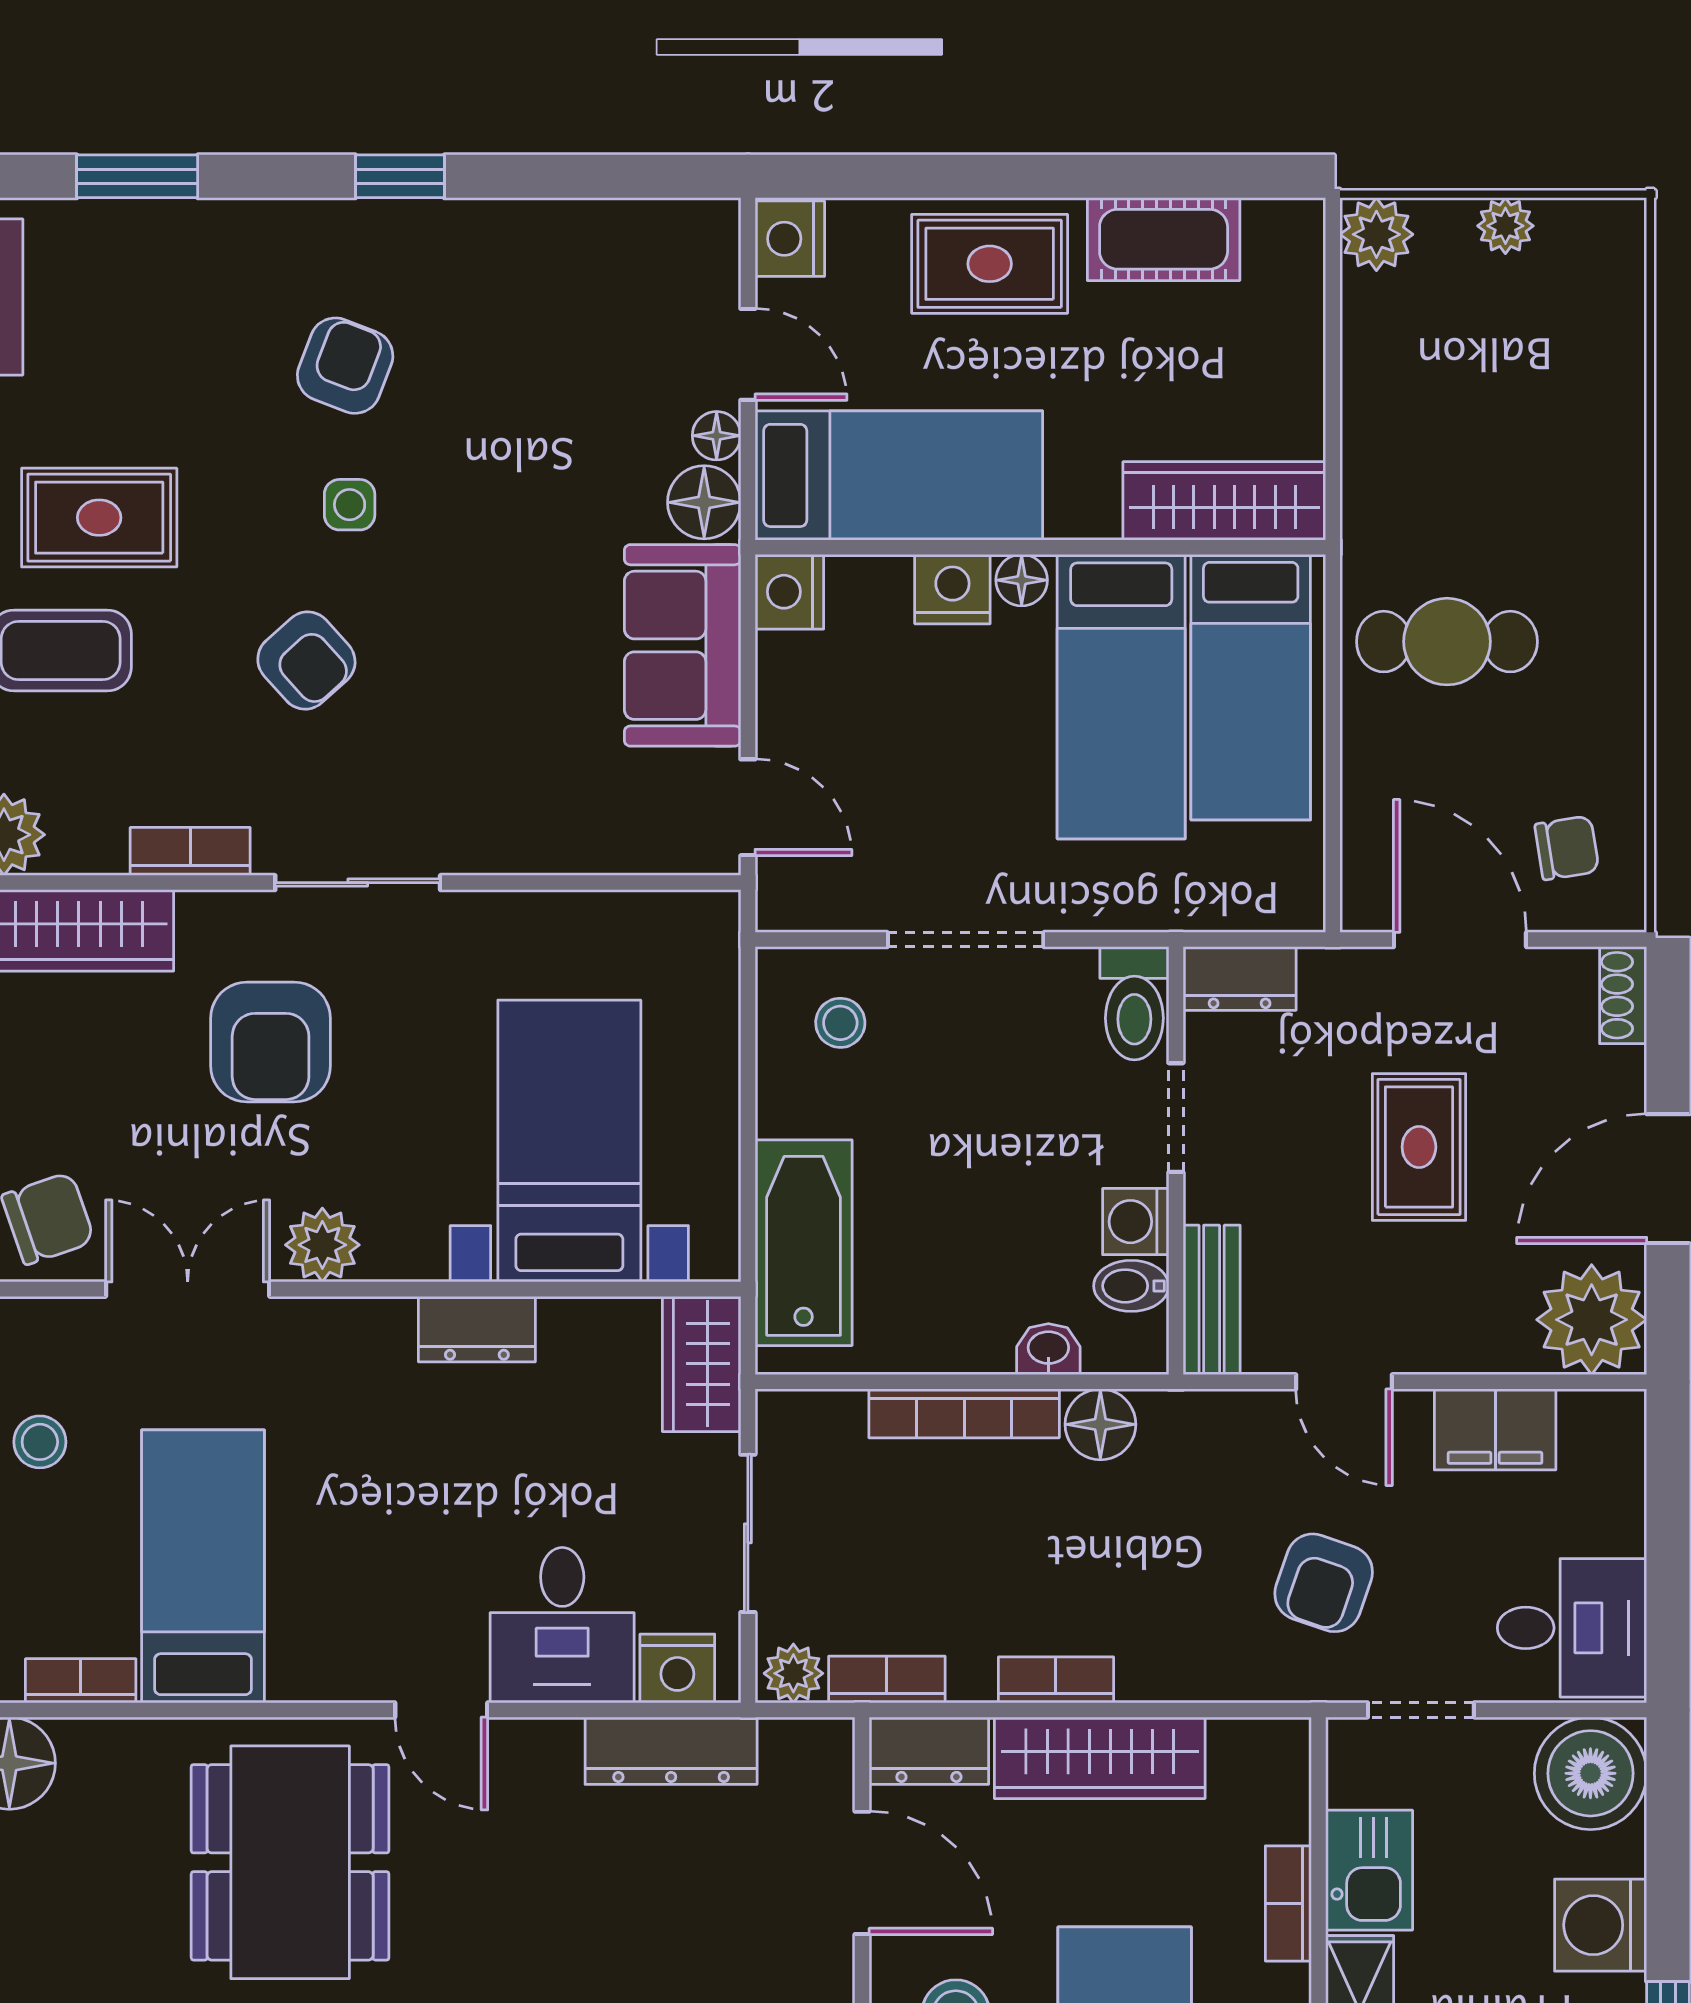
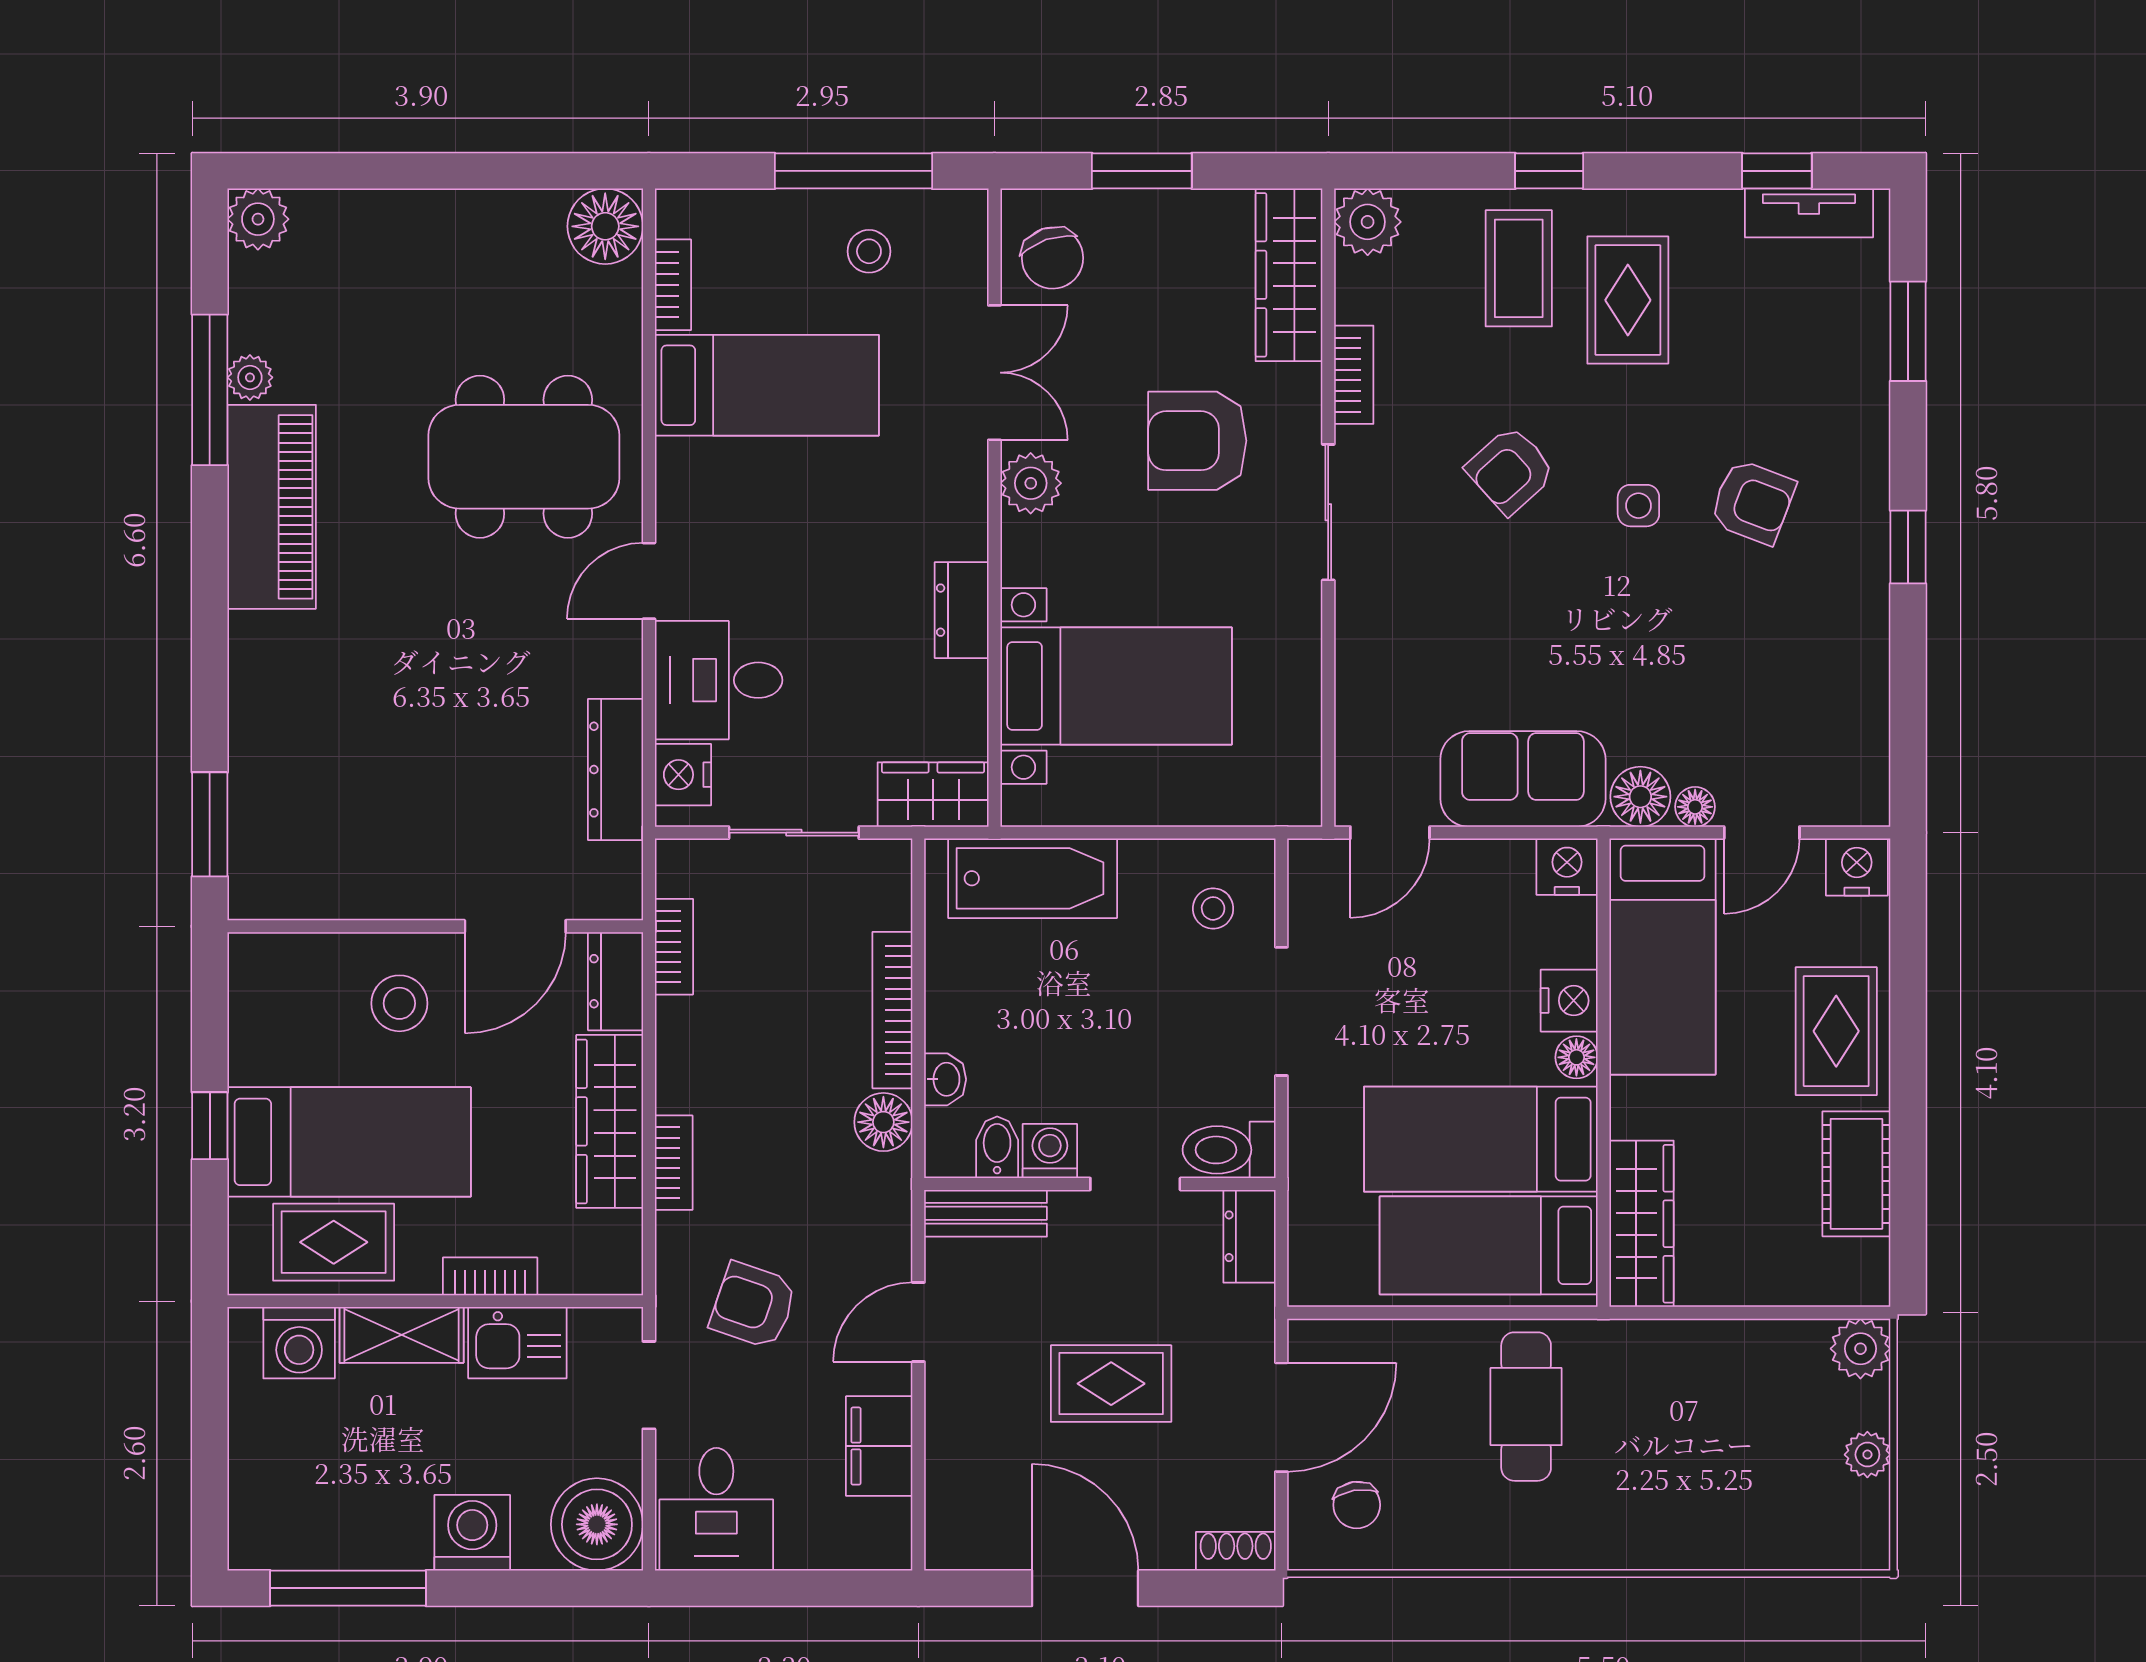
plant: (1592, 1320) -> (969, 1525), removed
plant: (793, 1673) -> (679, 870), removed
bookcase: (1056, 1680) -> (674, 1163), moved

